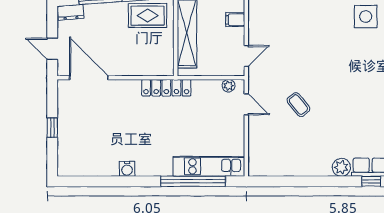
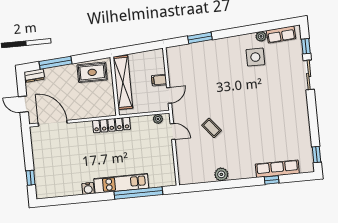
filing cabinet: (235, 20) -> (159, 80), moved
window: (52, 128) -> (31, 178), moved
kitchen unit: (209, 166) -> (121, 183), moved
plant: (341, 167) -> (221, 174), moved

